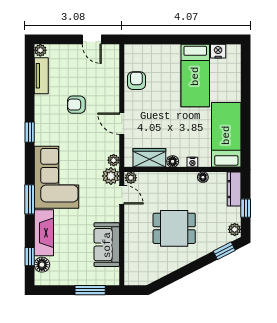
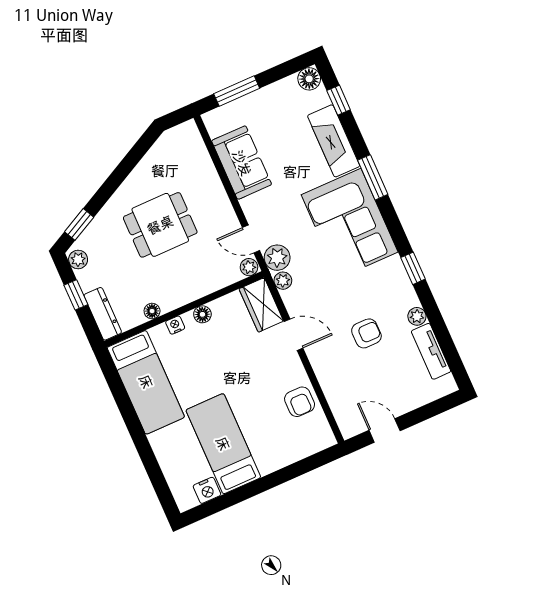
plant: (40, 50) -> (417, 316), moved
wardrobe: (149, 158) -> (261, 305), moved, turned 90
floor lamp: (42, 265) -> (309, 79), moved

